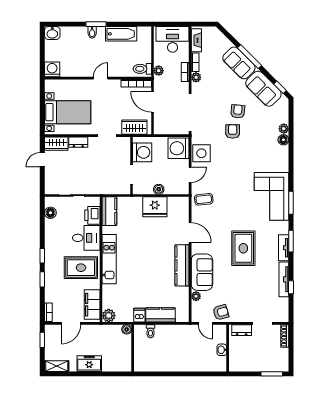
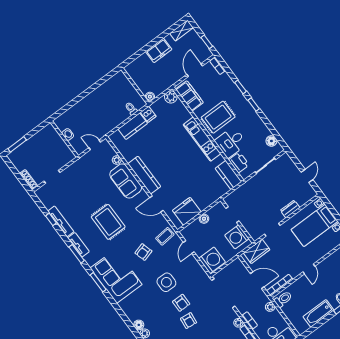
wardrobe: (56, 144) -> (306, 196), removed
side table: (201, 153) -> (166, 282), moved
fridge: (155, 207) -> (187, 211), moved
armchair: (221, 312) -> (143, 252), moved
dresser: (242, 330) -> (64, 160), removed

